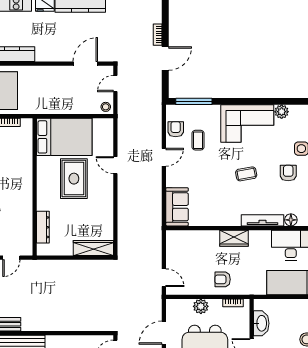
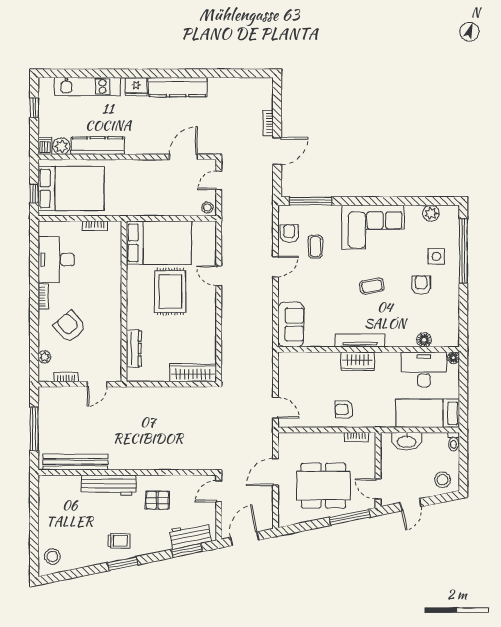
plant: (282, 112) -> (431, 213), moved
tv unit: (262, 220) -> (360, 340), moved
plant: (201, 306) -> (319, 441), removed
washbasin: (261, 323) -> (407, 441), moved, turned 90

